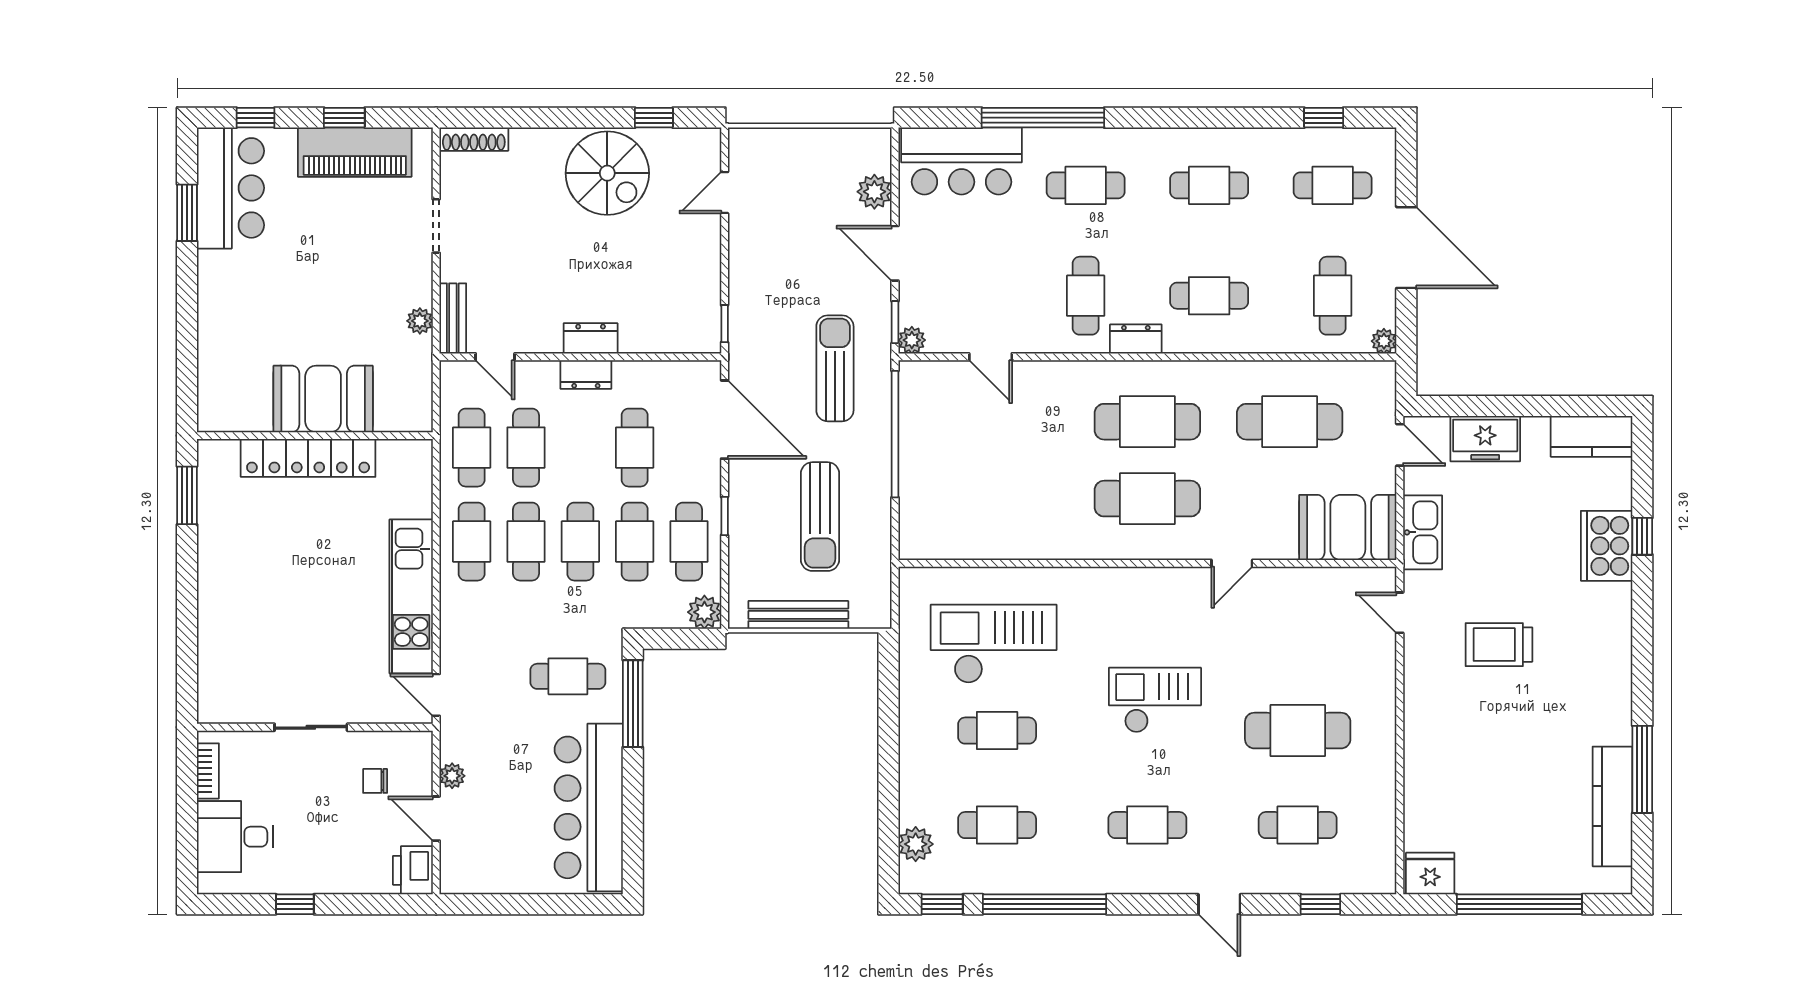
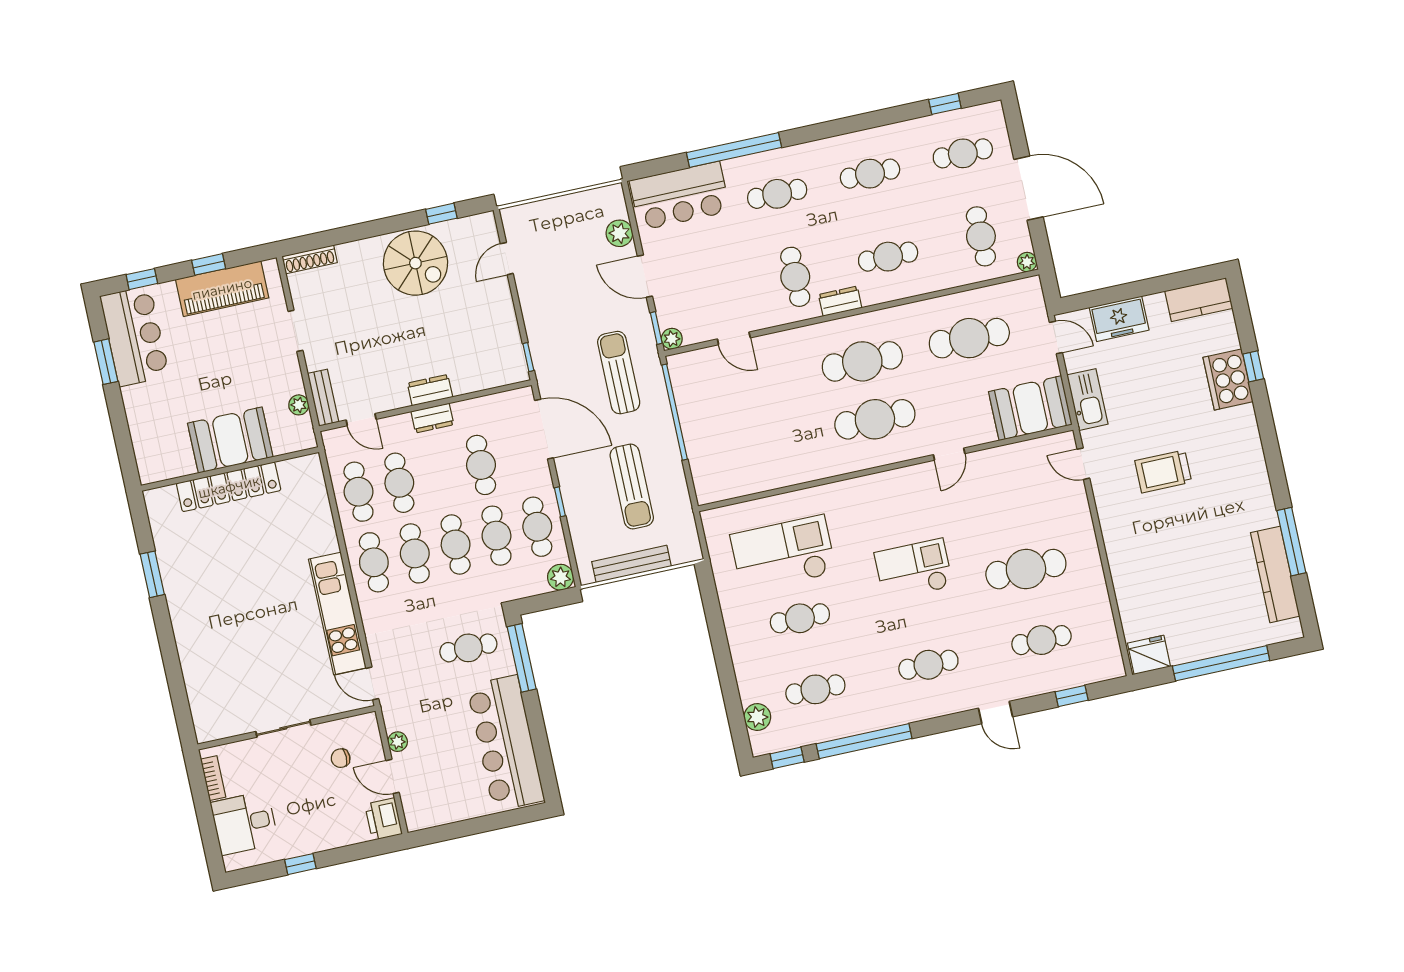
booth: (323, 399) -> (230, 440), moved
wall: (315, 436) -> (230, 469), moved
locker: (308, 458) -> (229, 487), moved

